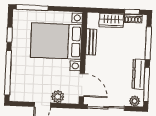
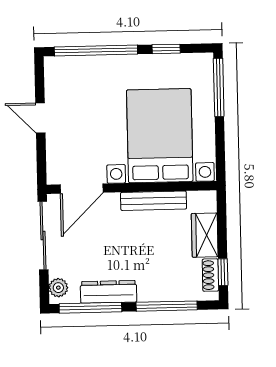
bench: (91, 42) -> (154, 201), width x1.36
plant: (58, 97) -> (57, 145), removed

